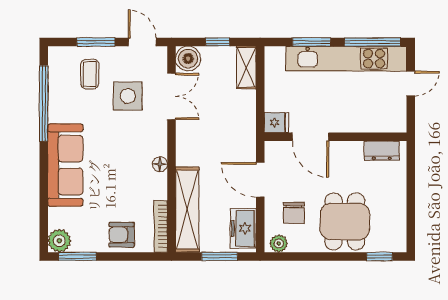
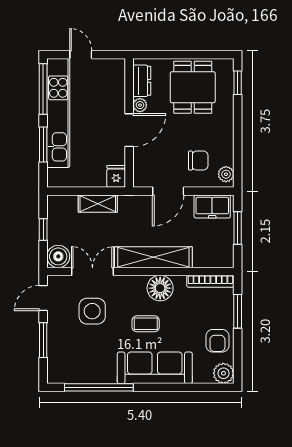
shelving: (246, 68) -> (98, 204), moved
coffee table: (90, 74) -> (146, 324), moved
door: (310, 137) -> (129, 130), moved
plant: (355, 149) -> (140, 105), added
floor lamp: (160, 164) -> (160, 288), width x1.89, depth x1.89
shelving: (187, 210) -> (153, 257), moved
dining table: (345, 221) -> (193, 87), moved, turned 90
armchair: (122, 235) -> (217, 341), moved
window: (77, 256) -> (238, 311), moved

